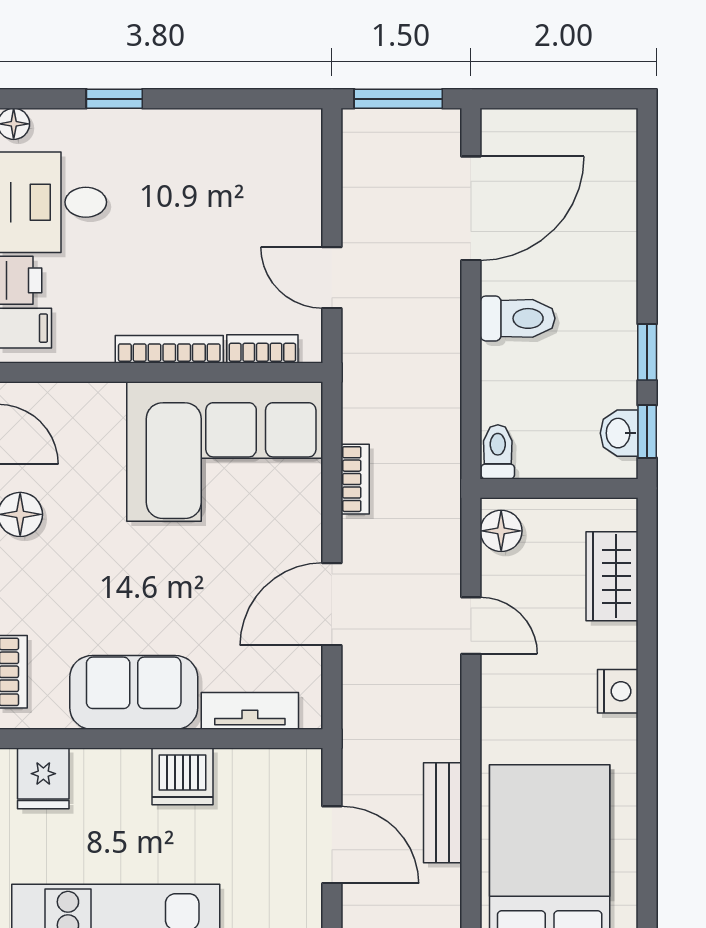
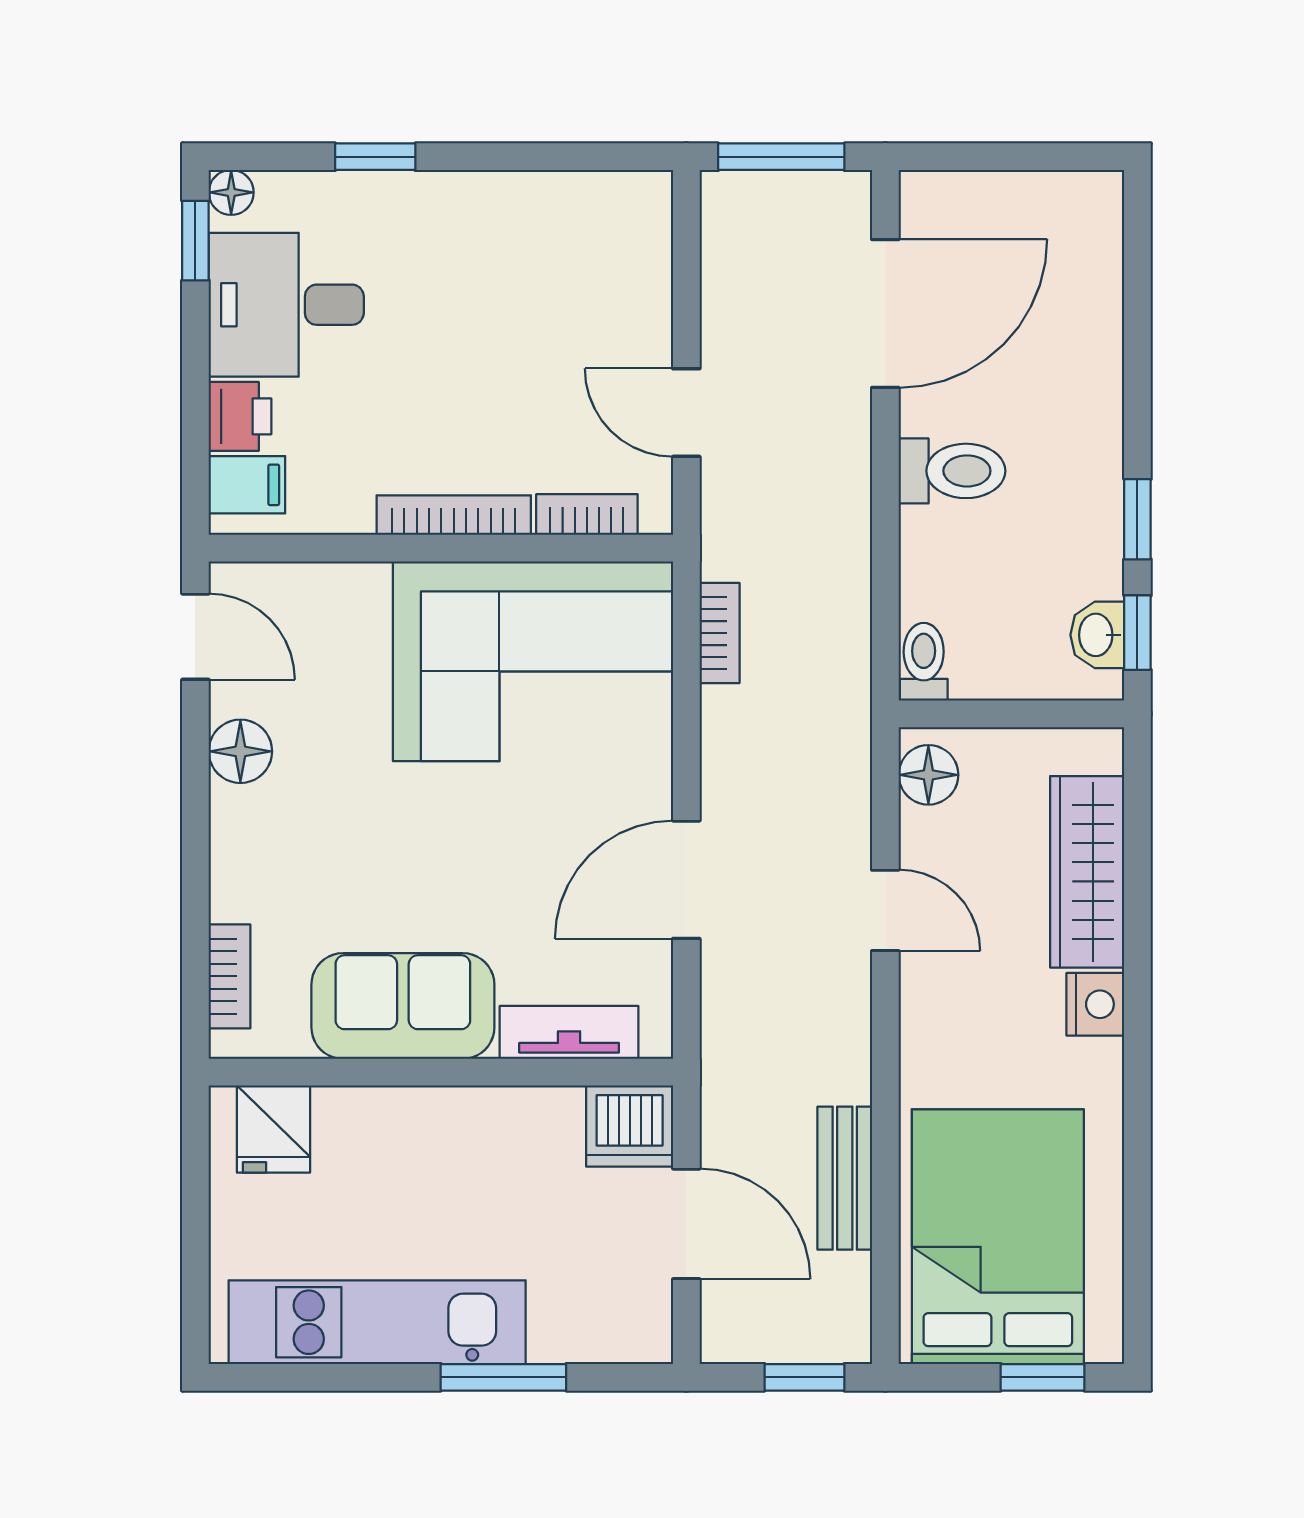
bookcase: (355, 479) -> (720, 633), moved
wardrobe: (612, 576) -> (1087, 872), width x1.50
dishwasher: (183, 776) -> (630, 1126), moved

